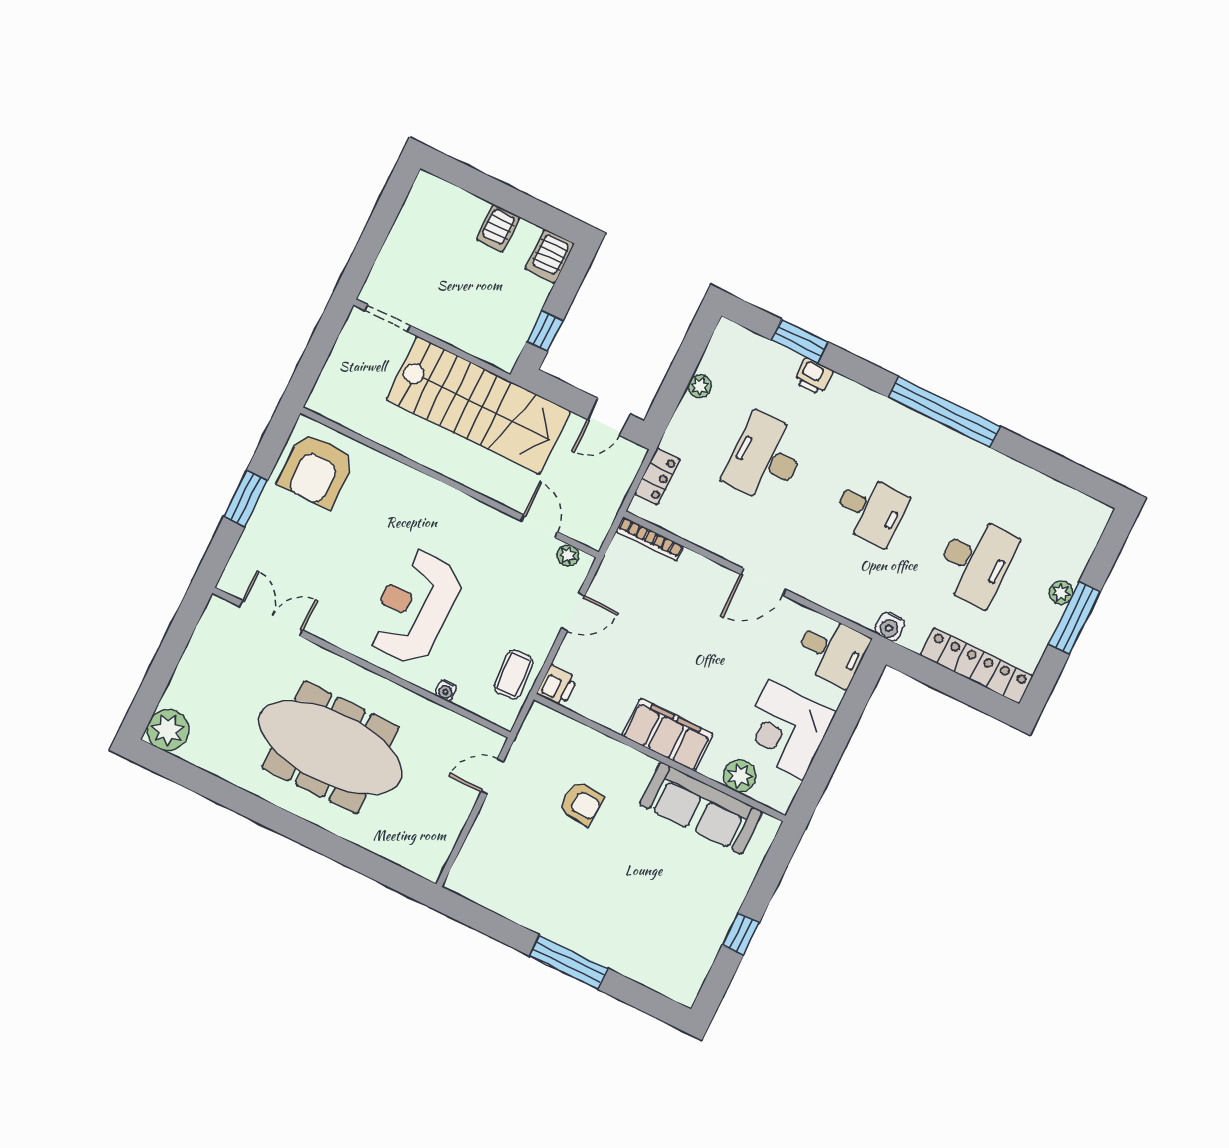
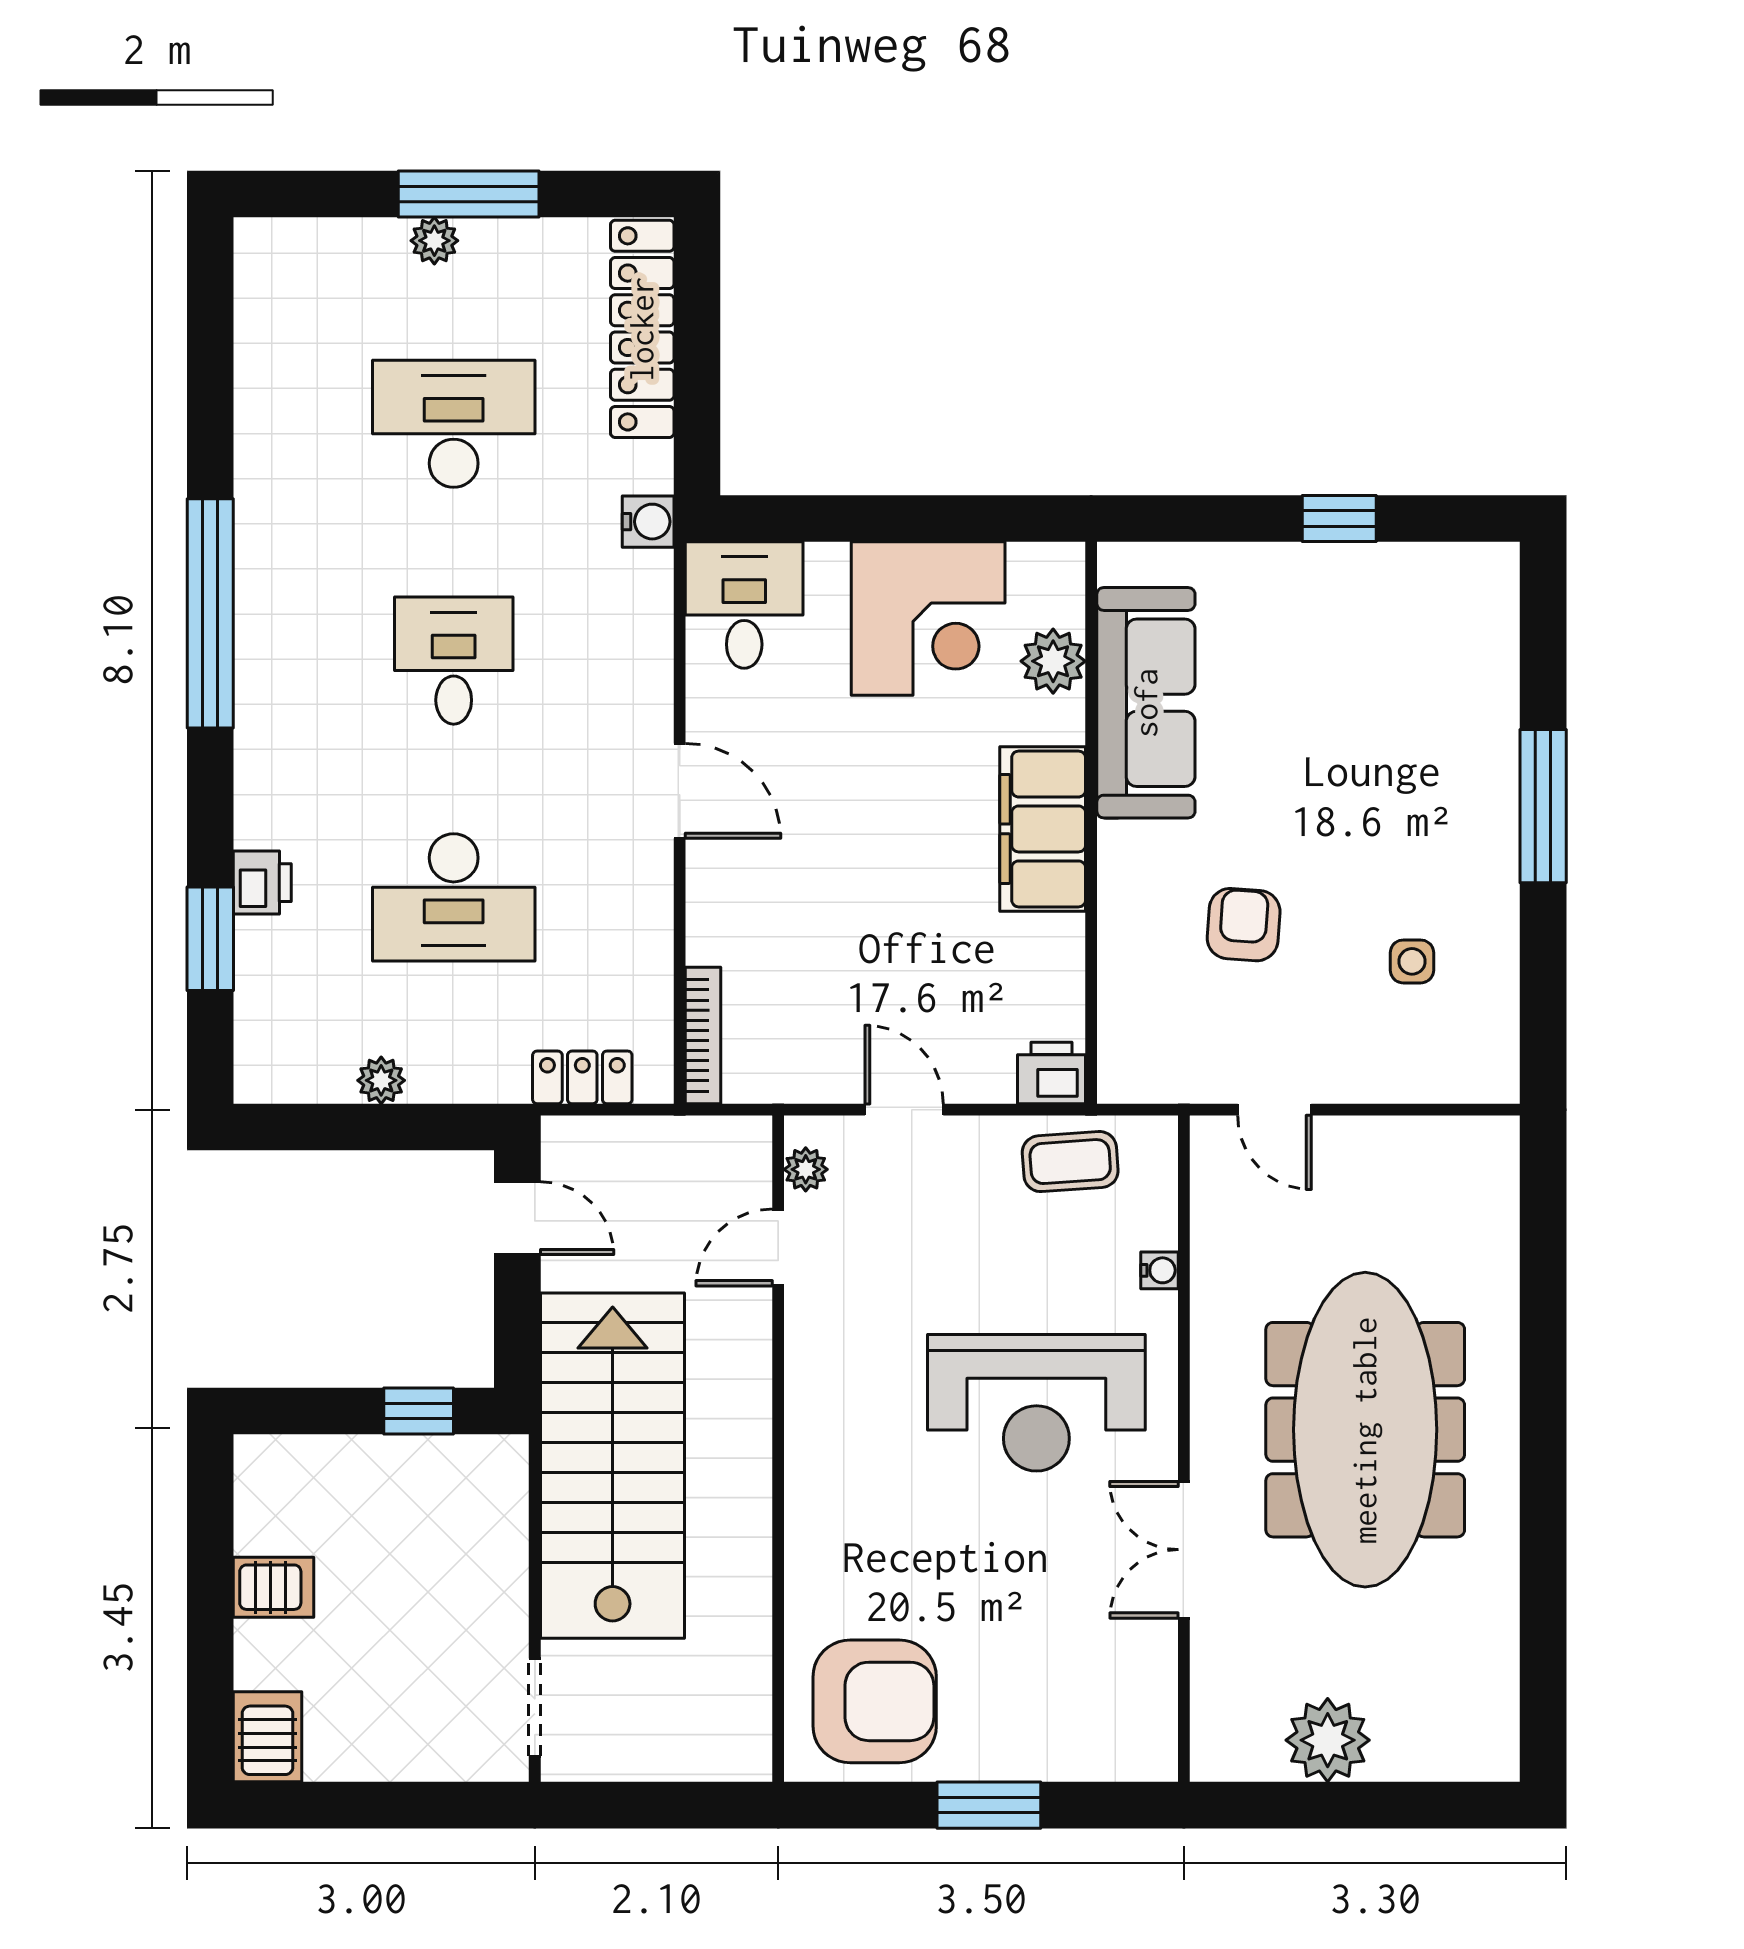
server rack: (550, 256) -> (267, 1737), moved, turned -90
double door: (271, 618) -> (1184, 1550), moved
plant: (168, 730) -> (1328, 1740), moved
side table: (528, 870) -> (1412, 961), added

